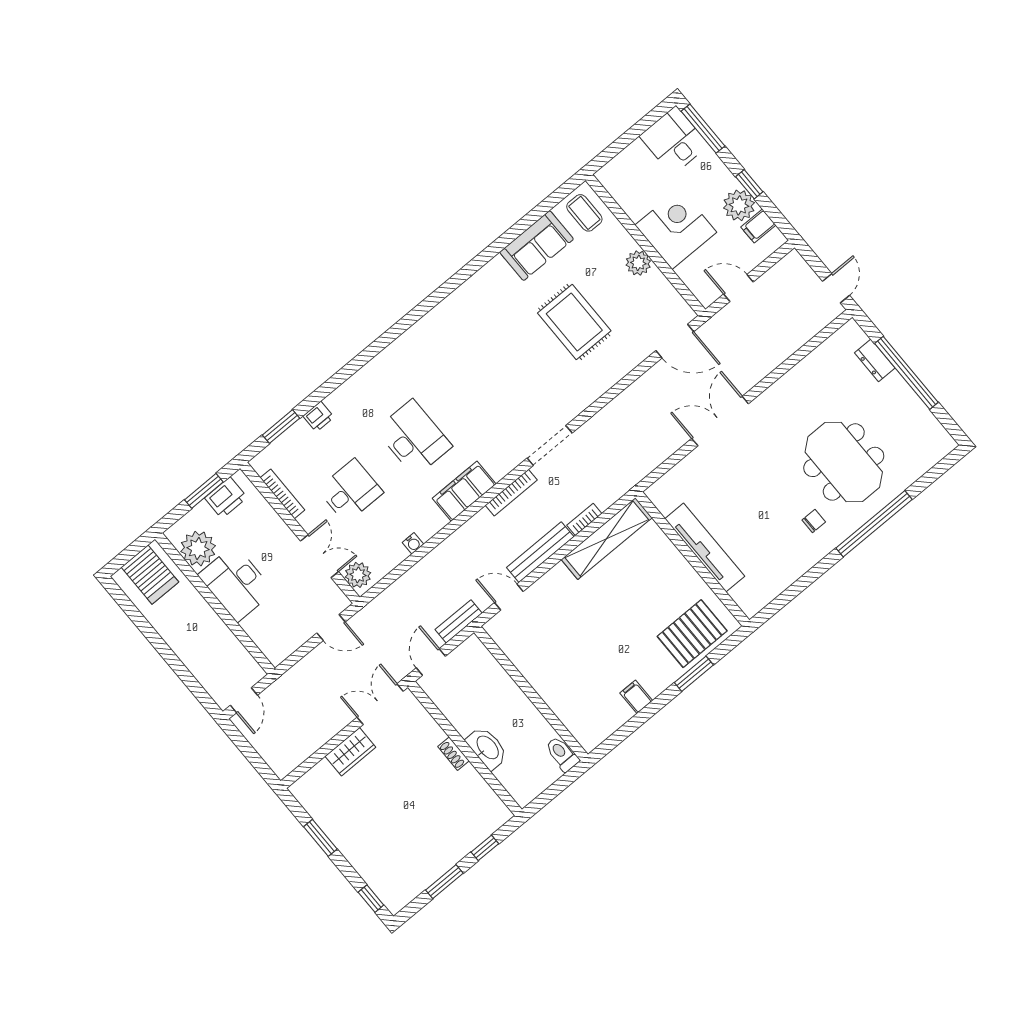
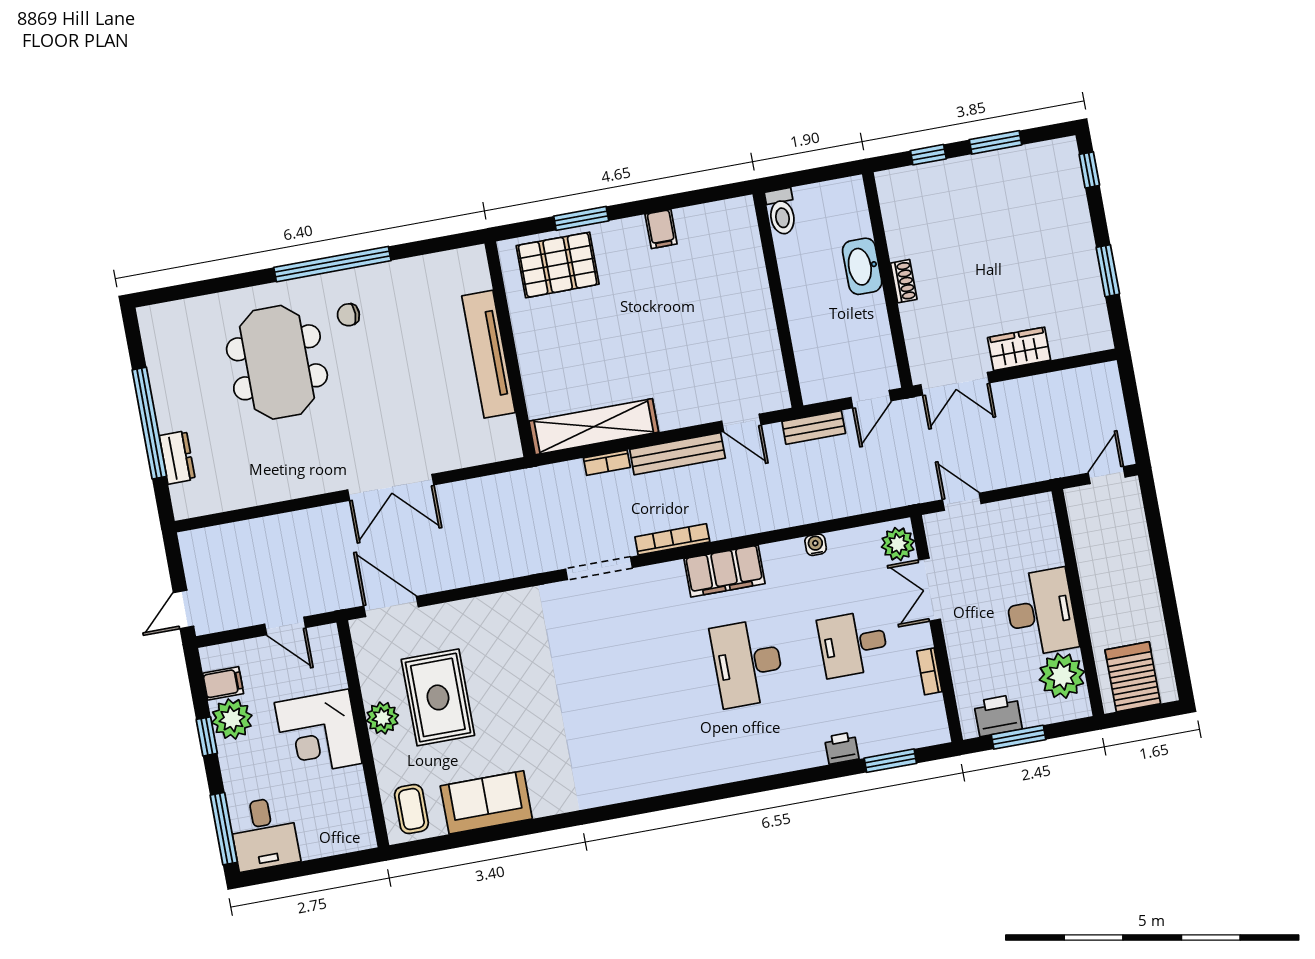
door: (836, 288) -> (183, 609), moved
rug: (574, 322) -> (438, 697), moved
bookcase: (282, 494) -> (929, 671), width x0.64
window: (874, 524) -> (332, 264), moved

